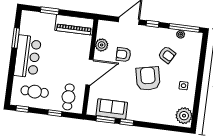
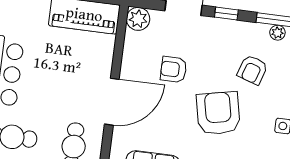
plant: (102, 45) -> (138, 19), moved
armchair: (167, 55) -> (252, 70), turned 78

